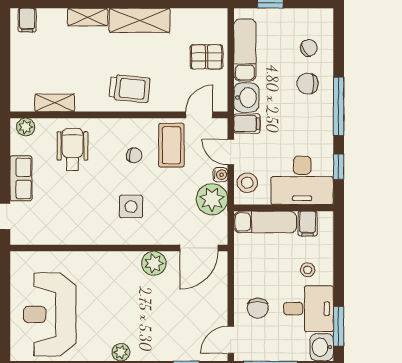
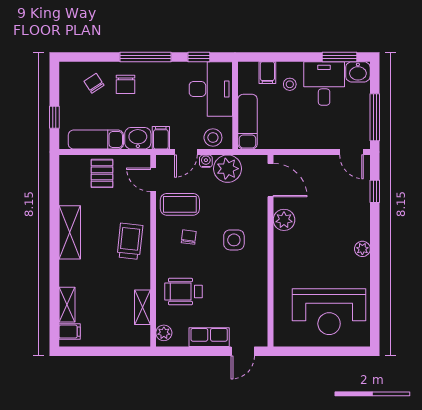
shelving: (88, 17) -> (67, 305), moved
filing cabinet: (308, 224) -> (267, 73), moved, turned 90
chair: (258, 308) -> (324, 128), removed

